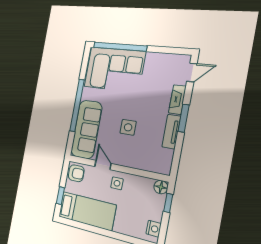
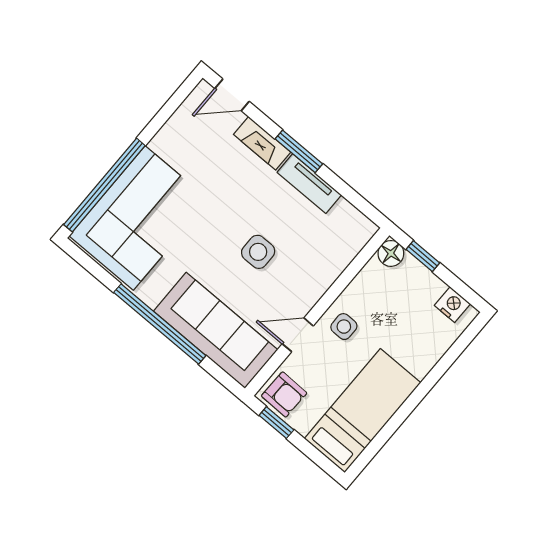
door: (192, 73) -> (232, 95), swing flipped
armchair: (76, 173) -> (284, 394), turned 91
window: (60, 196) -> (276, 423), moved

